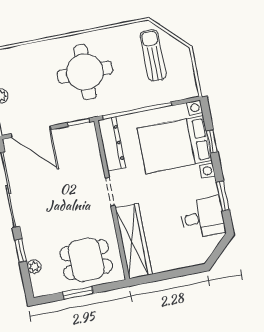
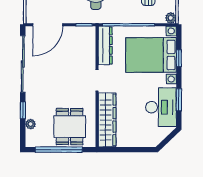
plant: (191, 91) -> (171, 18), added
door: (31, 132) -> (48, 25), hinge flipped
desk: (203, 217) -> (161, 107), width x1.37
dining table: (86, 260) -> (70, 127), turned 90
window: (78, 293) -> (59, 150), width x2.11

